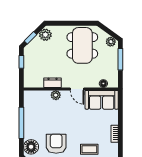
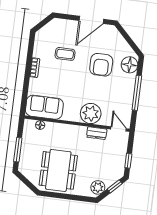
plant: (111, 42) -> (26, 171), removed
door: (77, 89) -> (118, 129), moved
plant: (56, 95) -> (91, 113), width x1.87, depth x1.87

